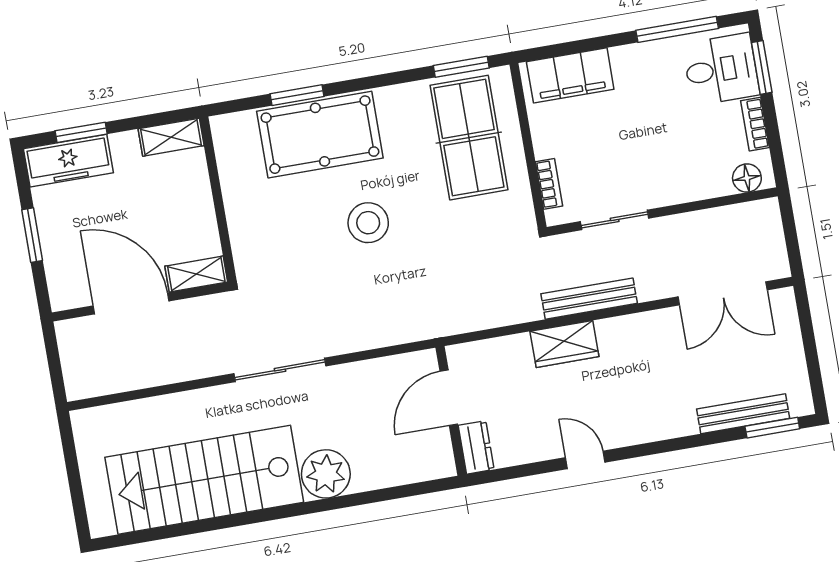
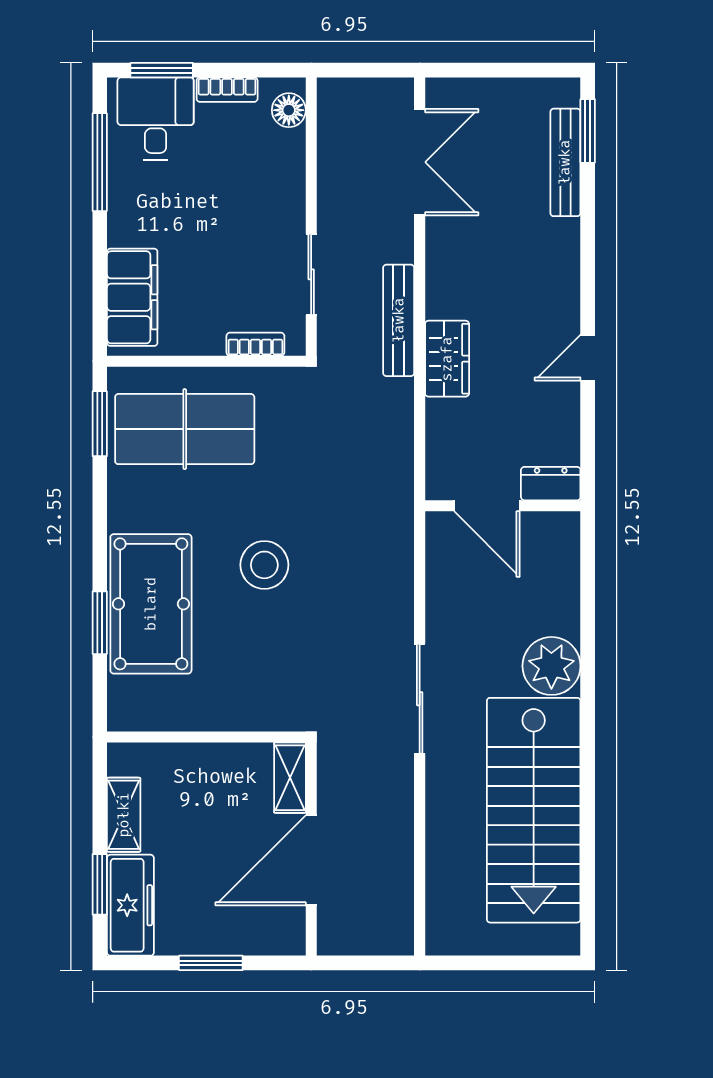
shelving: (171, 137) -> (124, 815), moved

